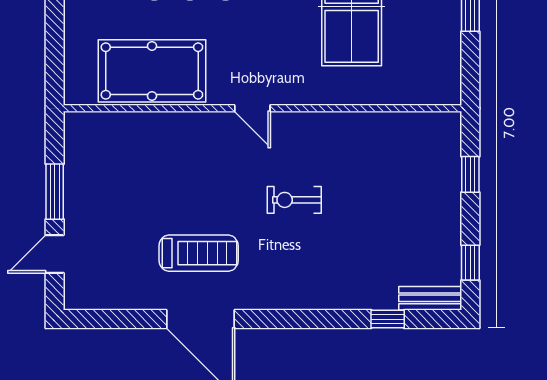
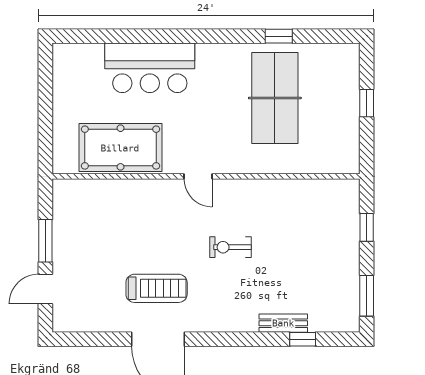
window: (470, 263) -> (367, 296), width x1.50
bench: (430, 298) -> (283, 323), moved

